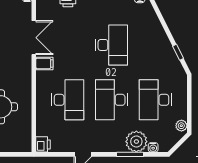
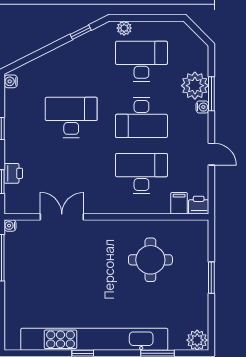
filing cabinet: (44, 63) -> (179, 203), moved
desk: (155, 100) -> (141, 61), turned 180
plant: (181, 126) -> (124, 28), moved
water cooler: (153, 147) -> (202, 107), moved

